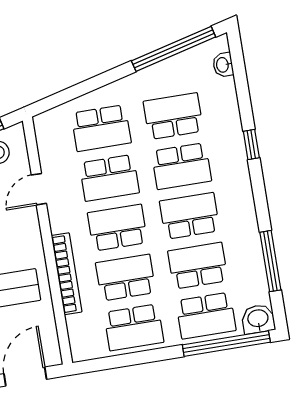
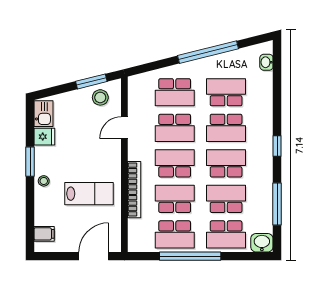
window: (174, 49) -> (208, 52), moved
window: (251, 144) -> (277, 146), moved
window: (226, 344) -> (190, 256), moved

